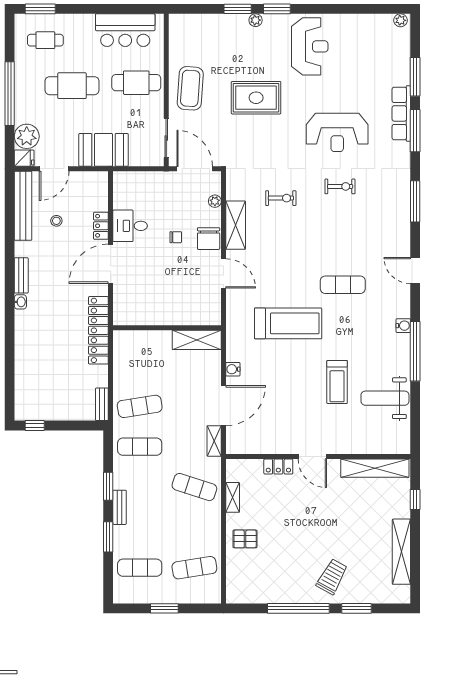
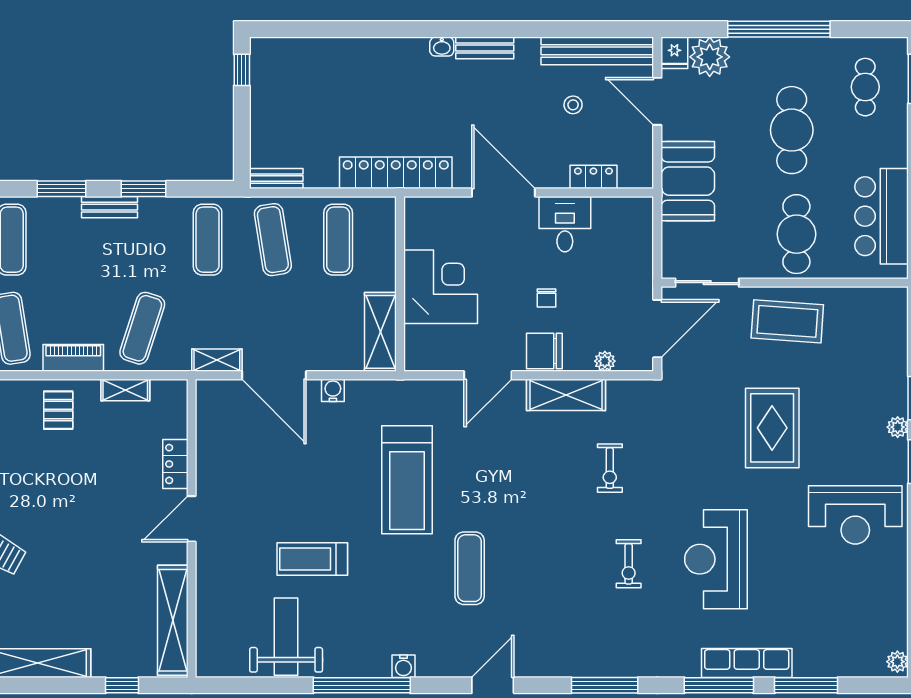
locker: (101, 226) -> (593, 177), moved
corner desk: (169, 303) -> (441, 287), added
exercise mat: (140, 366) -> (338, 240), added
piano: (213, 530) -> (73, 358), added

